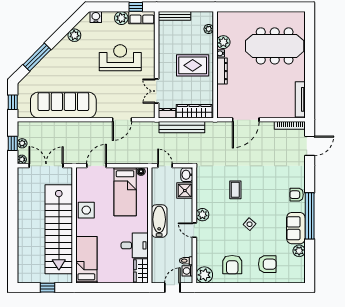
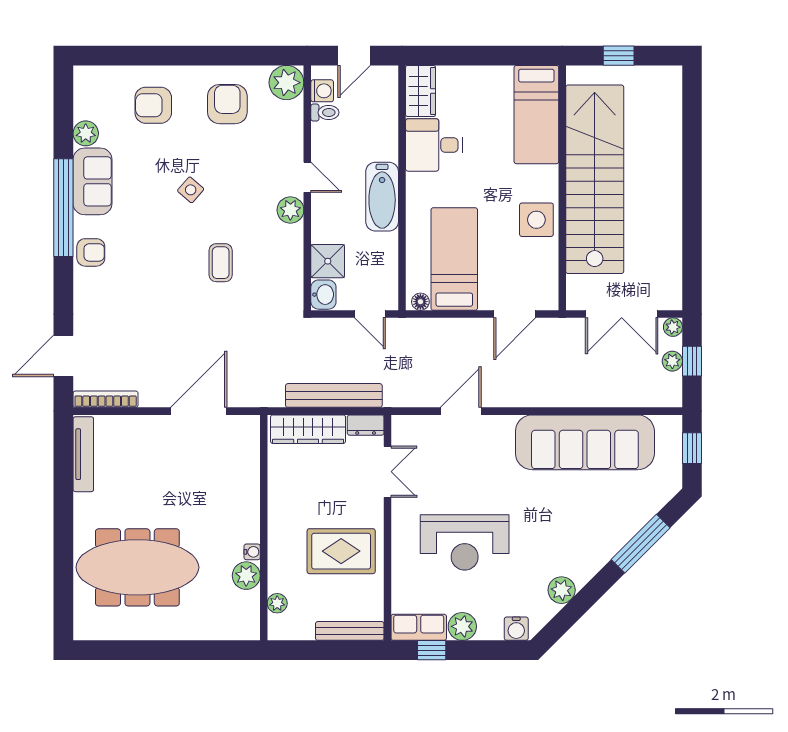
rug: (193, 65) -> (341, 551), moved
dresser: (222, 71) -> (249, 514), removed

